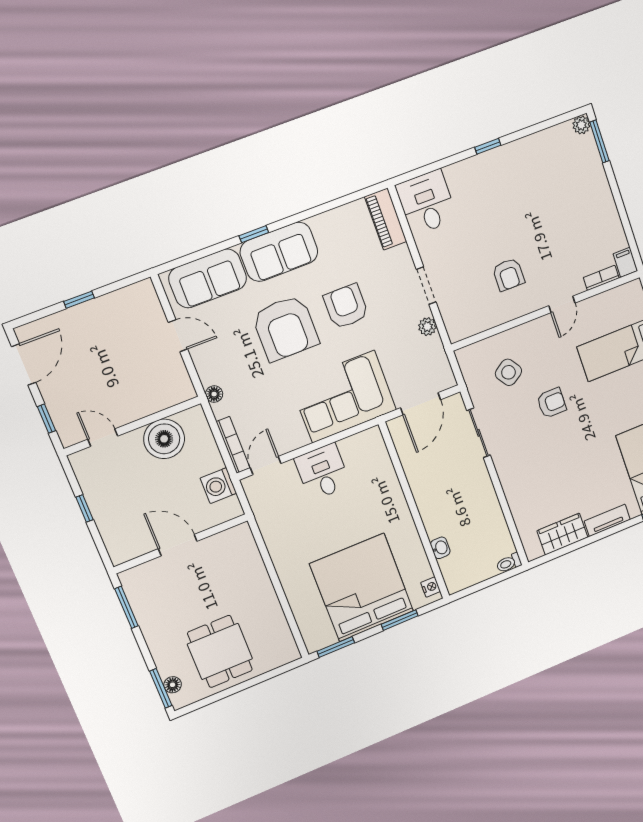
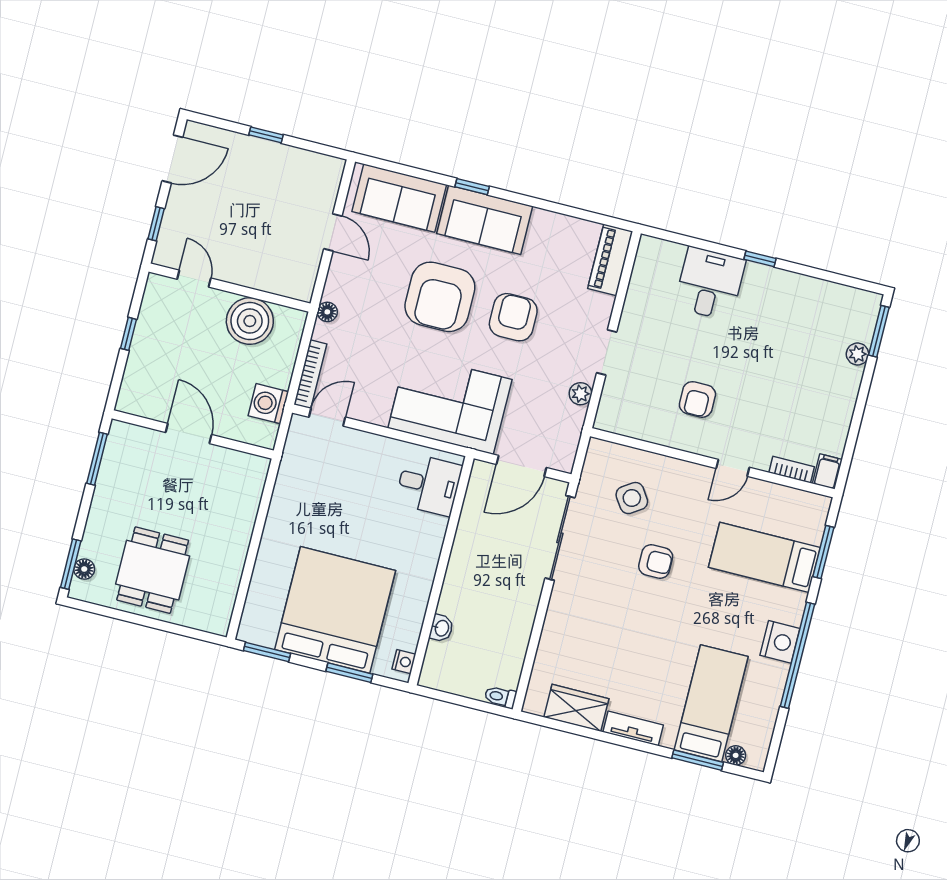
plant: (581, 125) -> (857, 354), moved
desk: (427, 202) -> (710, 284), moved
sliding door: (479, 433) -> (560, 538), width x1.37
desk: (323, 472) -> (429, 484), moved, turned 90

